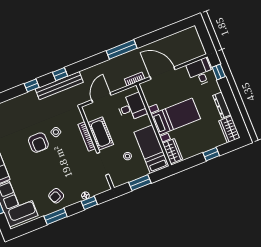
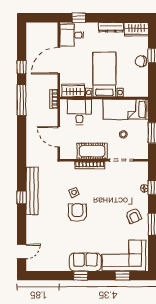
door: (163, 73) -> (59, 61), moved
window: (60, 74) -> (22, 67), moved
bench: (59, 86) -> (32, 191), moved
armchair: (38, 143) -> (77, 213), turned -90
chair: (201, 145) -> (141, 61), added
wardrobe: (172, 151) -> (73, 90), moved

